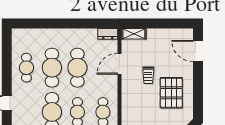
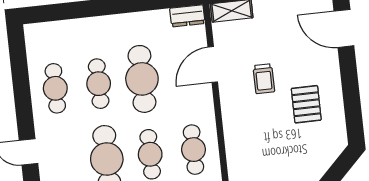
cafe table: (52, 68) -> (99, 84), width x0.73, depth x0.74
pallet: (171, 93) -> (306, 104), width x0.67, depth x0.71

